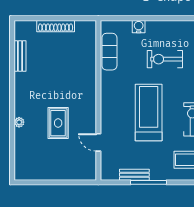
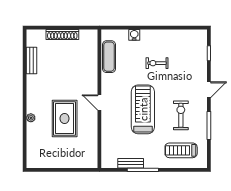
exercise bike: (165, 59) -> (157, 63), width x0.73, depth x0.72
rug: (58, 123) -> (65, 119), width x1.36, depth x1.43
door: (98, 142) -> (99, 103), moved

